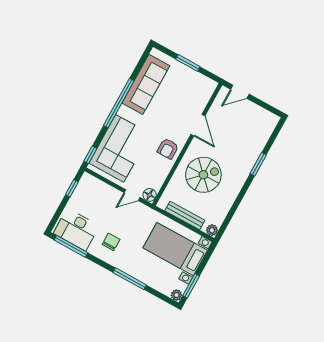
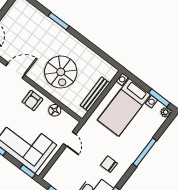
armchair: (168, 149) -> (32, 101), turned 90
spiral stairs: (203, 175) -> (61, 72), turned 180
floor lamp: (150, 195) -> (55, 110), moved
plant: (212, 230) -> (112, 72), removed

